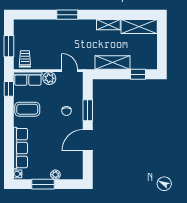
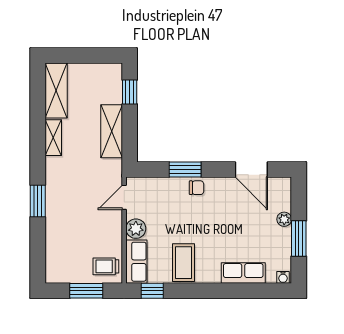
chair: (66, 111) -> (197, 188), moved
door: (88, 140) -> (251, 169), moved
row of seats: (20, 148) -> (243, 273), width x0.68

